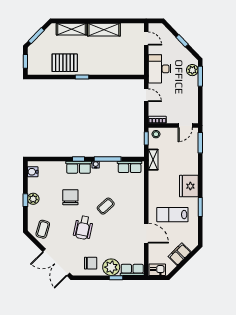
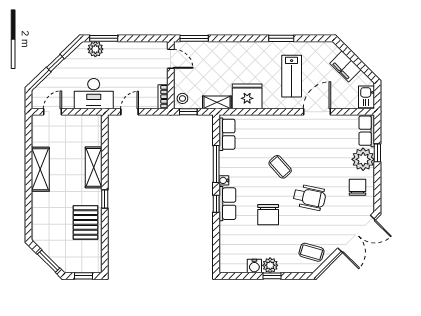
shelving: (72, 29) -> (94, 167), moved
water cooler: (33, 172) -> (254, 266), moved
fridge: (189, 186) -> (247, 96), moved, turned 180
chair: (70, 197) -> (268, 215), turned -90

